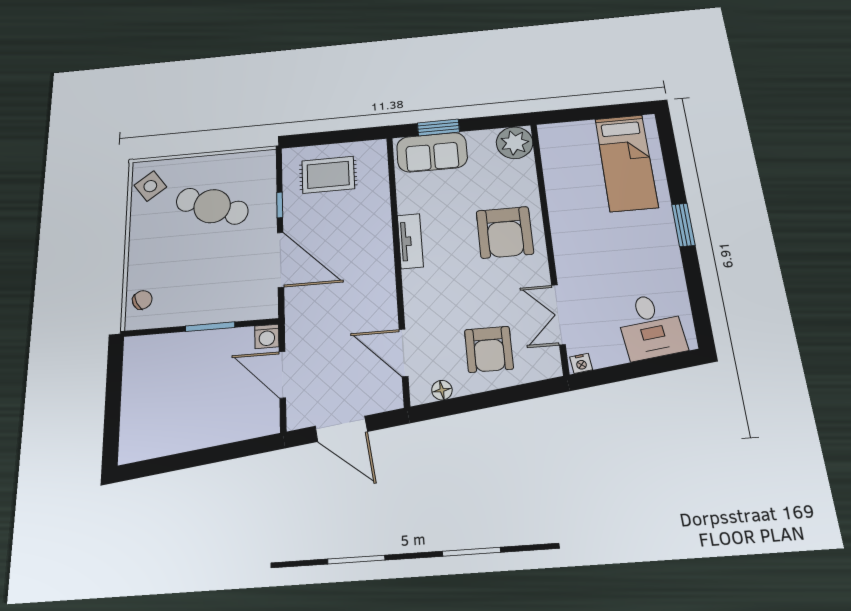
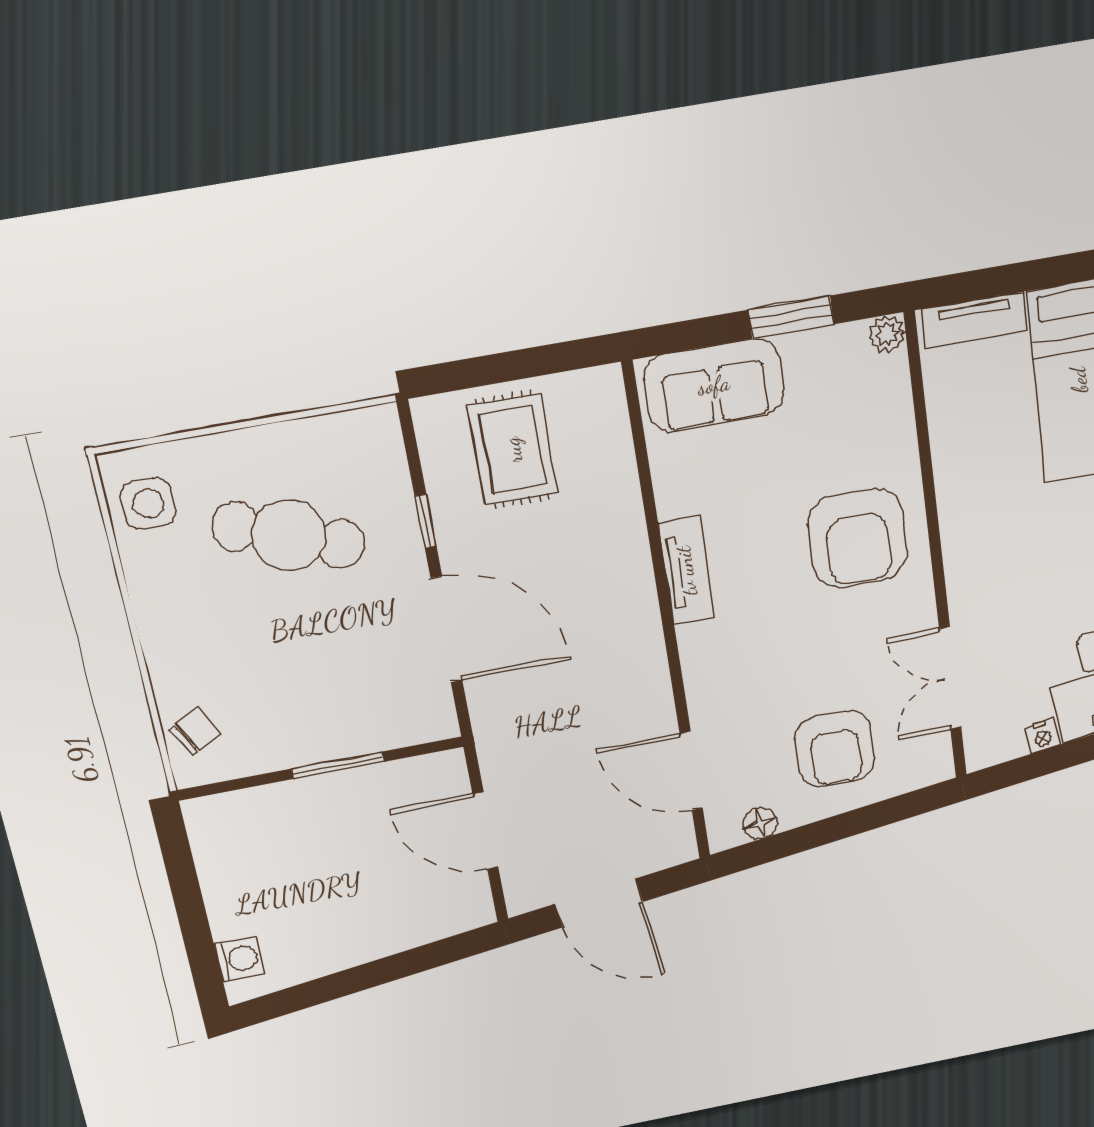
window: (438, 127) -> (791, 317), moved
tv unit: (568, 131) -> (974, 320), added
plant: (515, 143) -> (887, 334), width x0.53, depth x0.53
rug: (328, 175) -> (513, 450), turned 90
side table: (150, 186) -> (148, 504), turned 36
washing machine: (267, 336) -> (239, 959), moved, turned -90
nightstand: (581, 363) -> (1042, 736), moved

